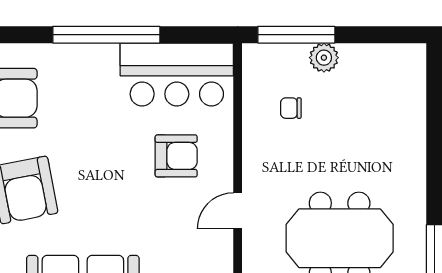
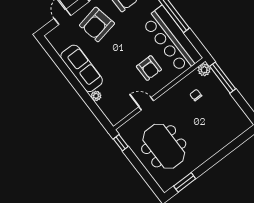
plant: (324, 58) -> (204, 70), moved
bar counter: (177, 75) -> (172, 40), width x1.36

